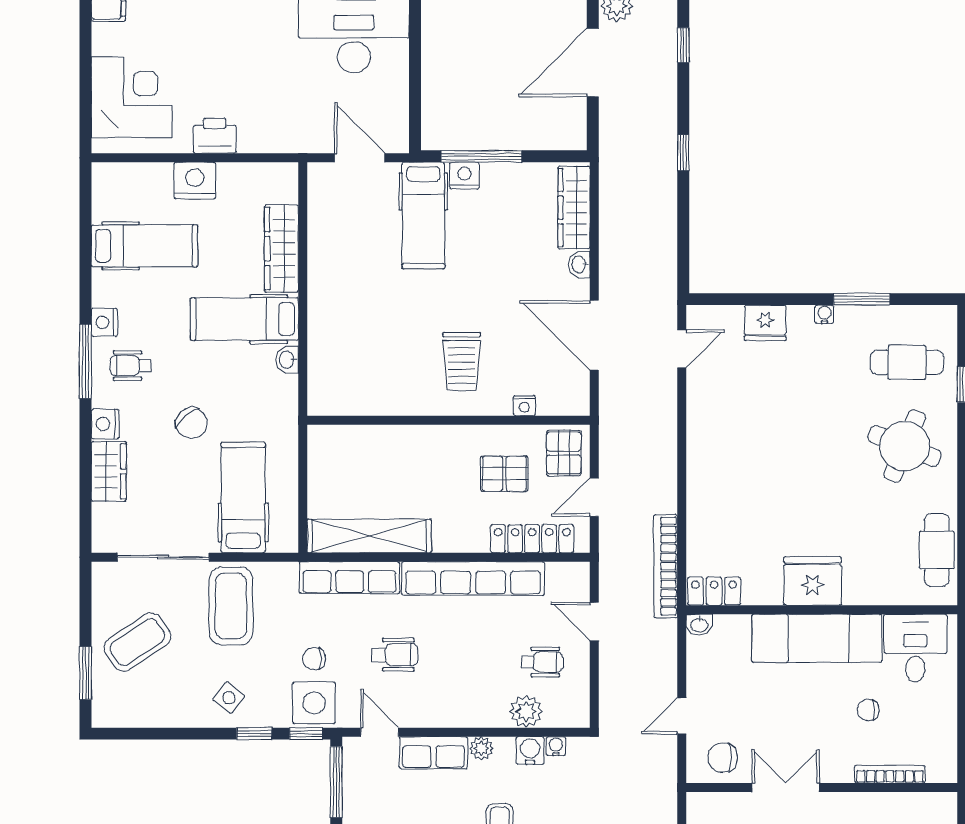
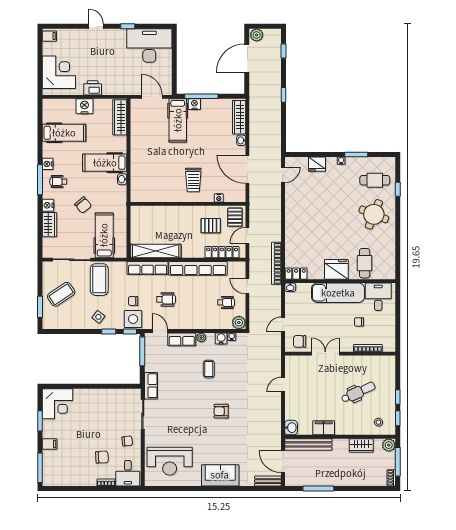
wardrobe: (281, 249) -> (120, 117), moved
cafe table: (937, 550) -> (365, 263), moved
plant: (526, 711) -> (239, 323), moved

